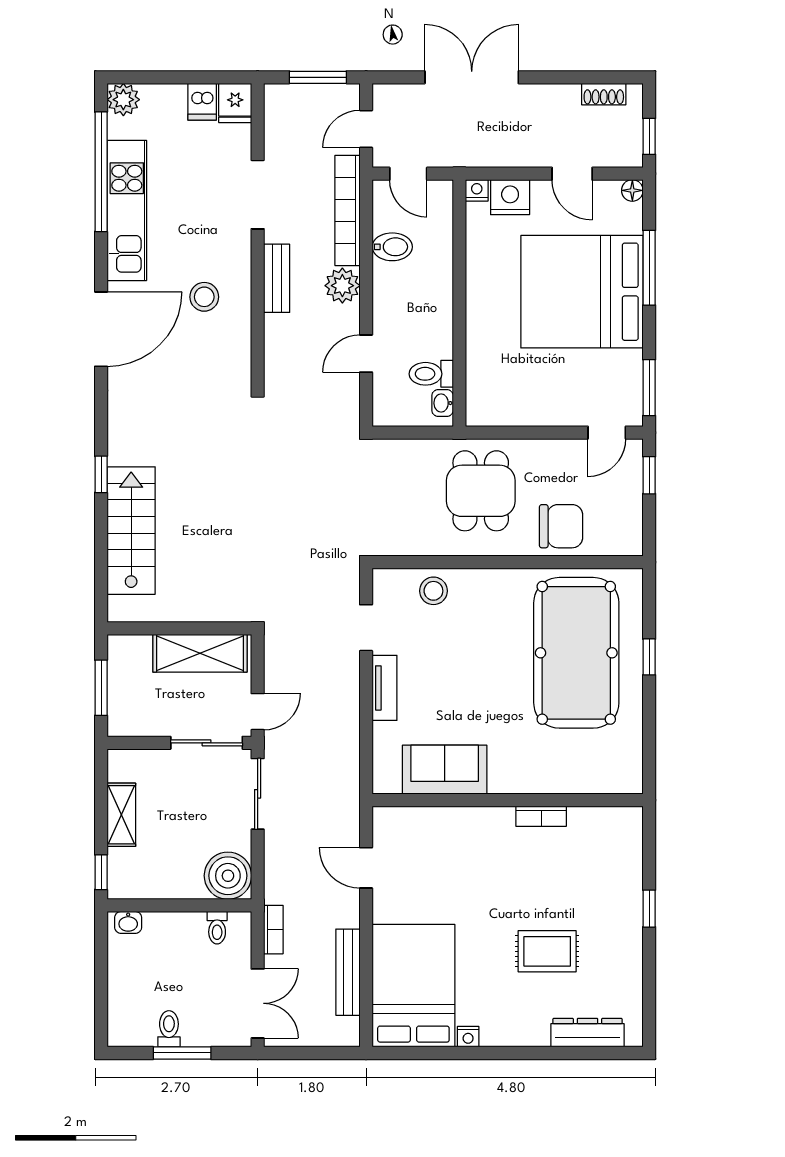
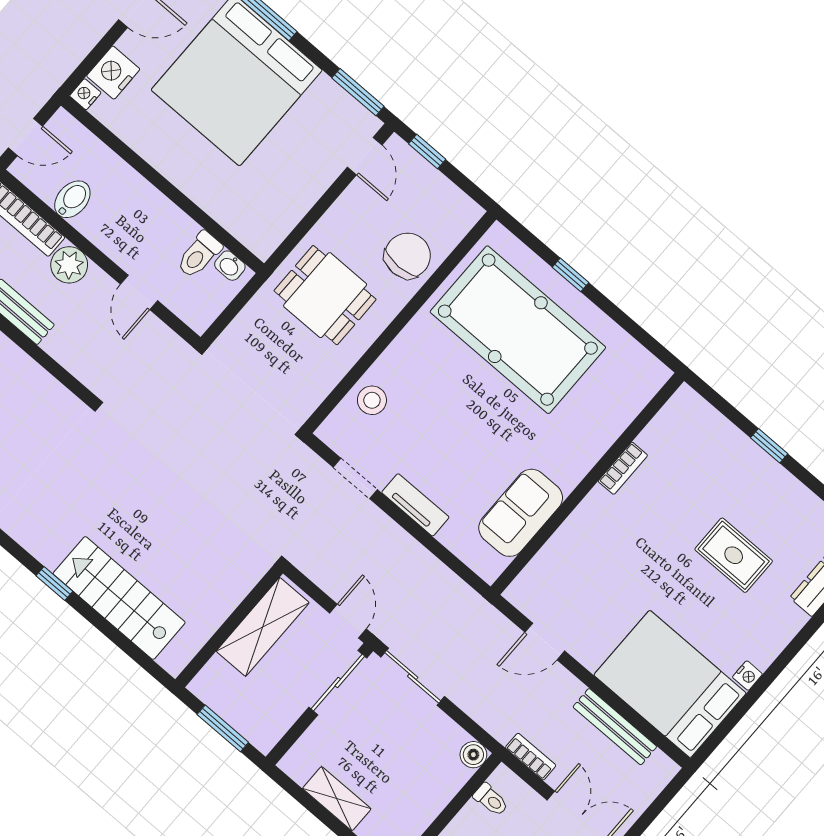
boiler: (228, 876) -> (473, 755), width x0.54, depth x0.54
rug: (547, 951) -> (734, 555), turned 90

